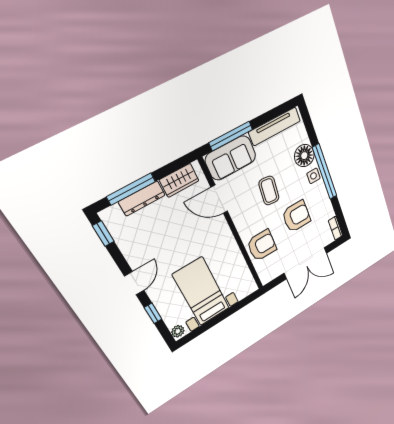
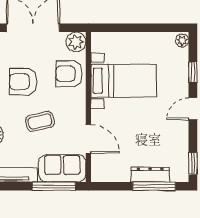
wardrobe: (179, 180) -> (114, 173), removed
coffee table: (269, 191) -> (40, 121), turned 71
plant: (267, 274) -> (76, 42), added
bed with nightstands: (201, 292) -> (124, 81), moved, turned -90

